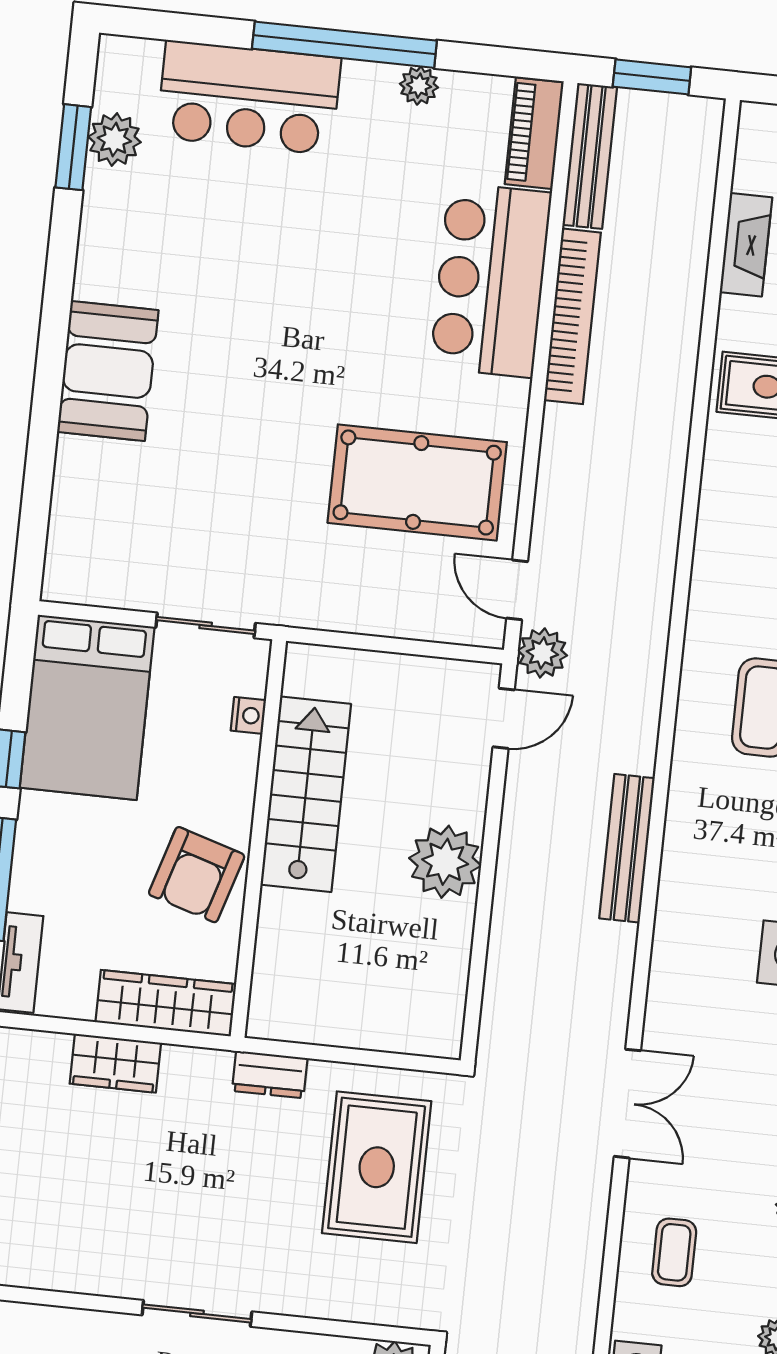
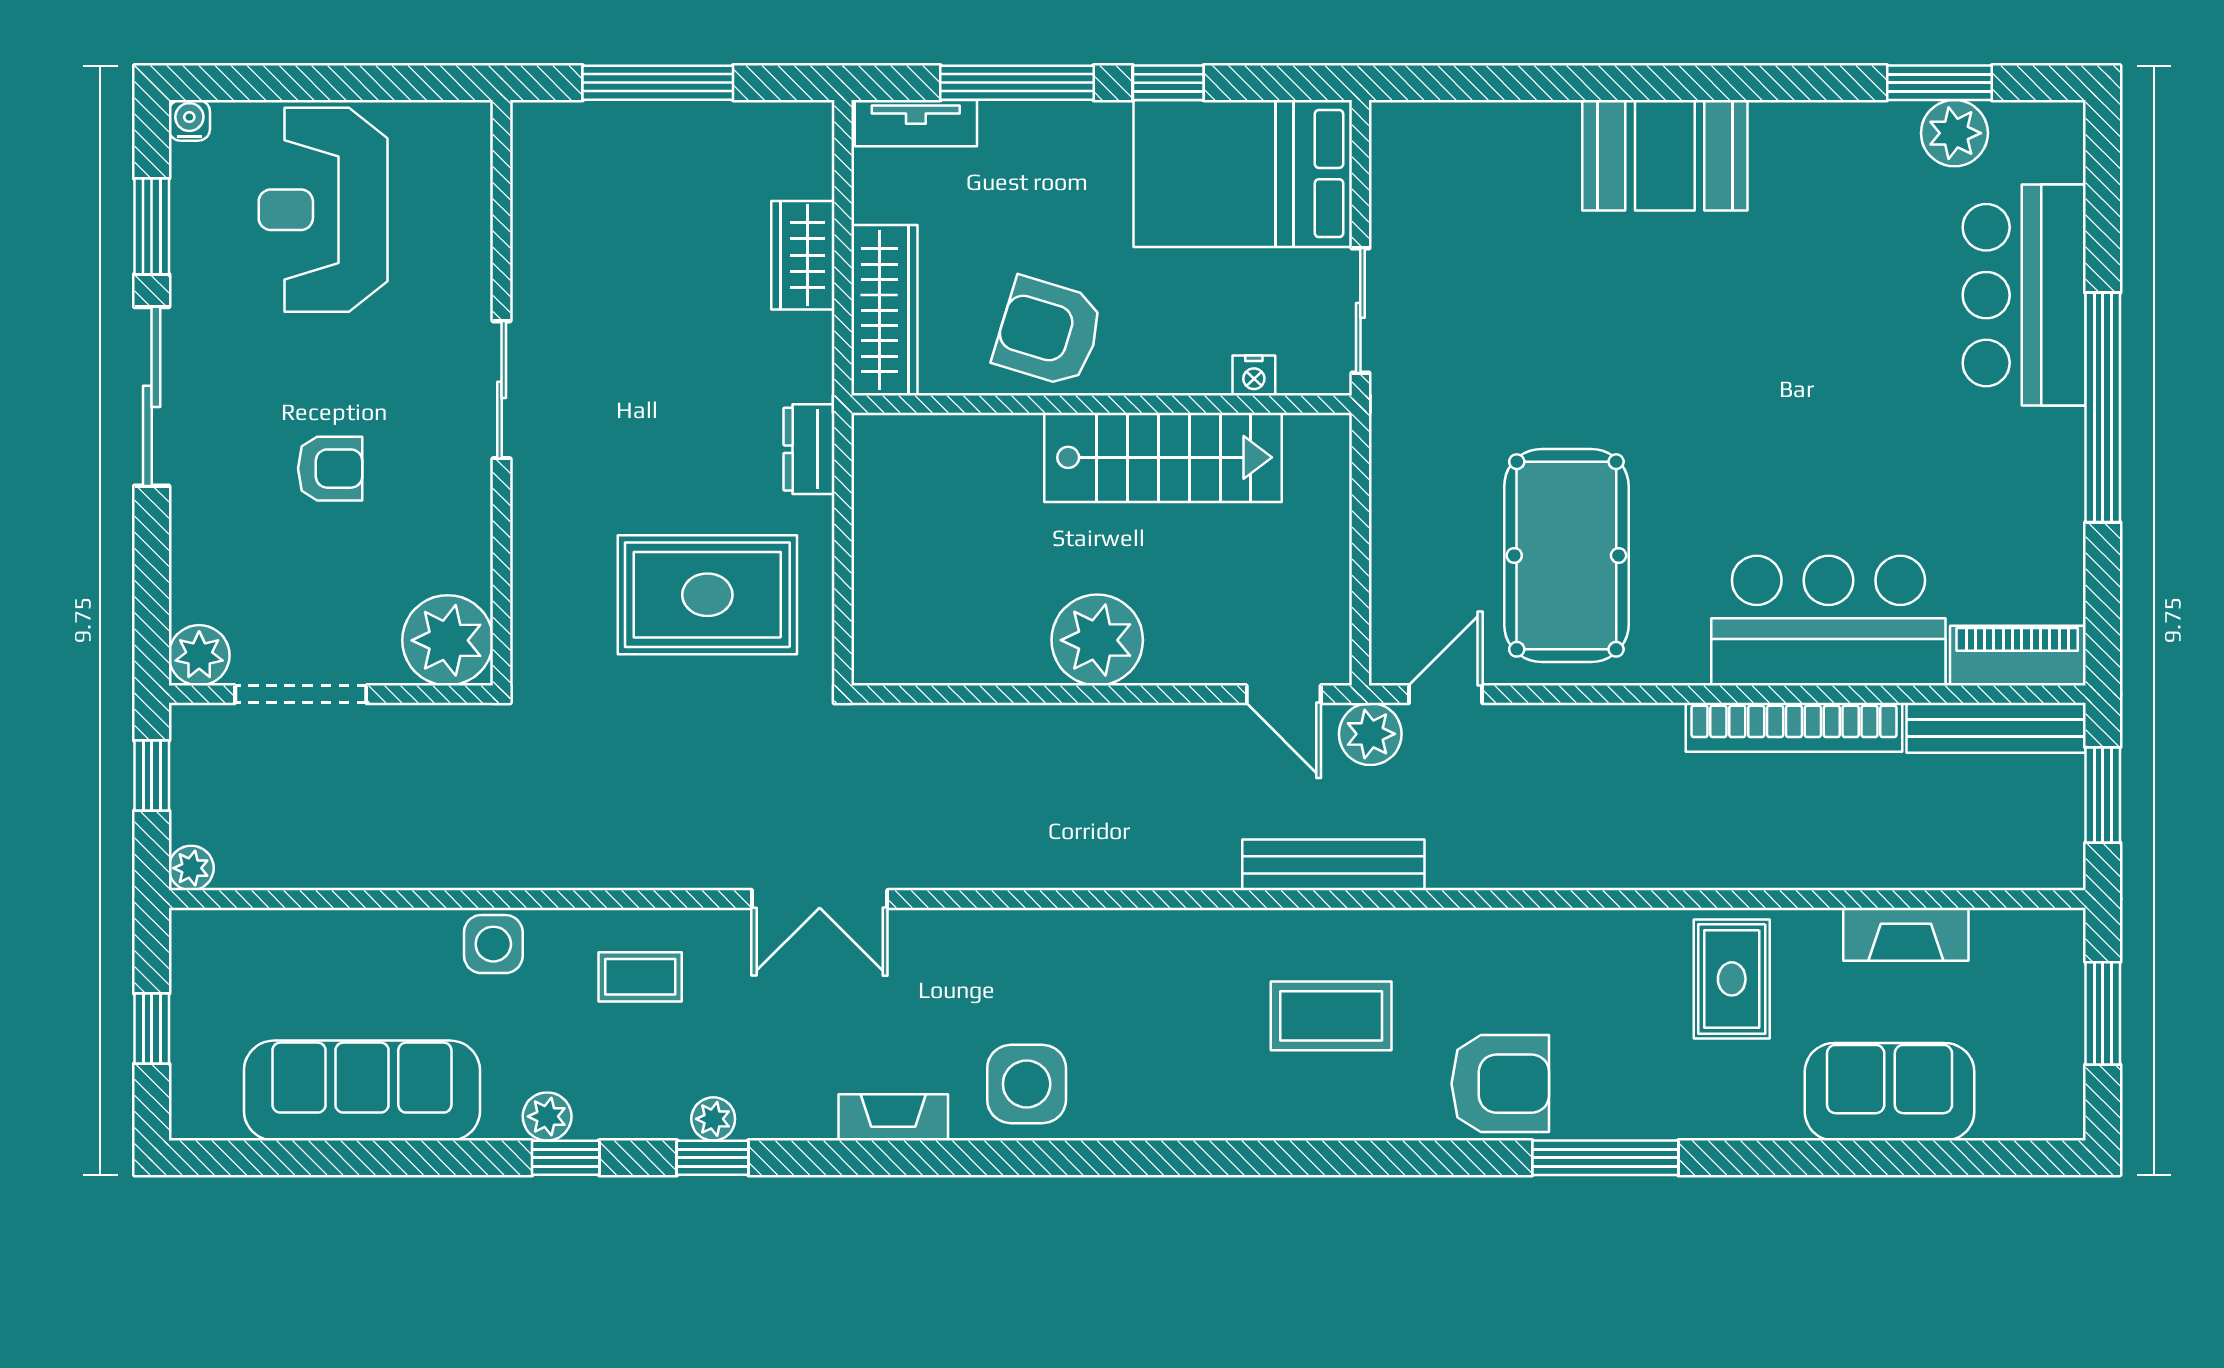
plant: (419, 86) -> (2061, 506), removed
bench: (627, 848) -> (1333, 865), moved

